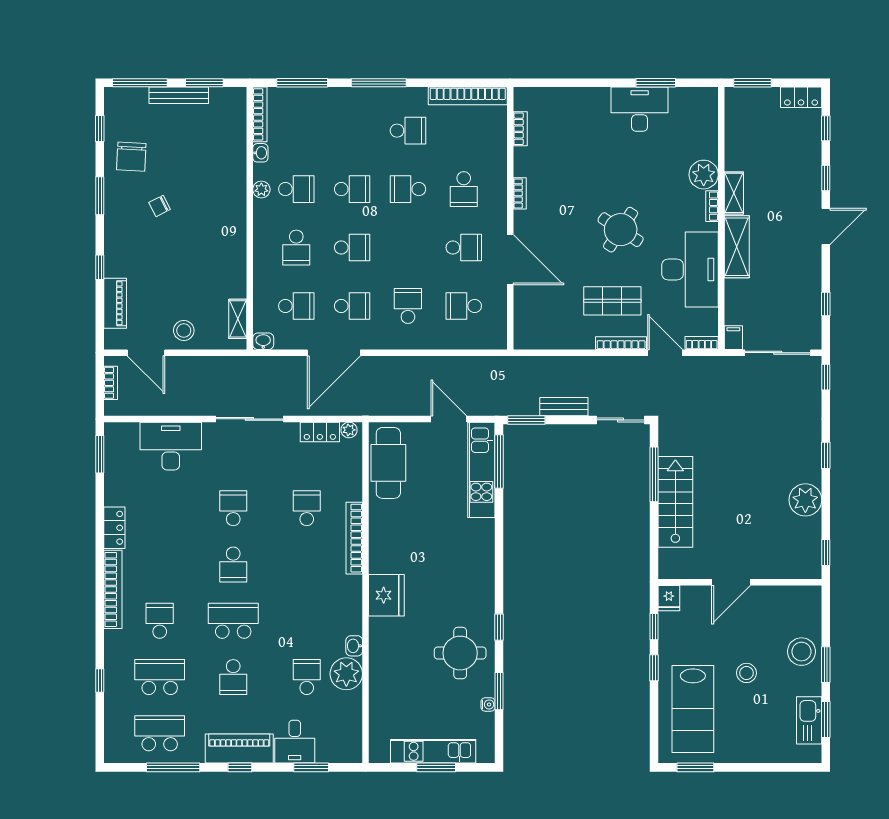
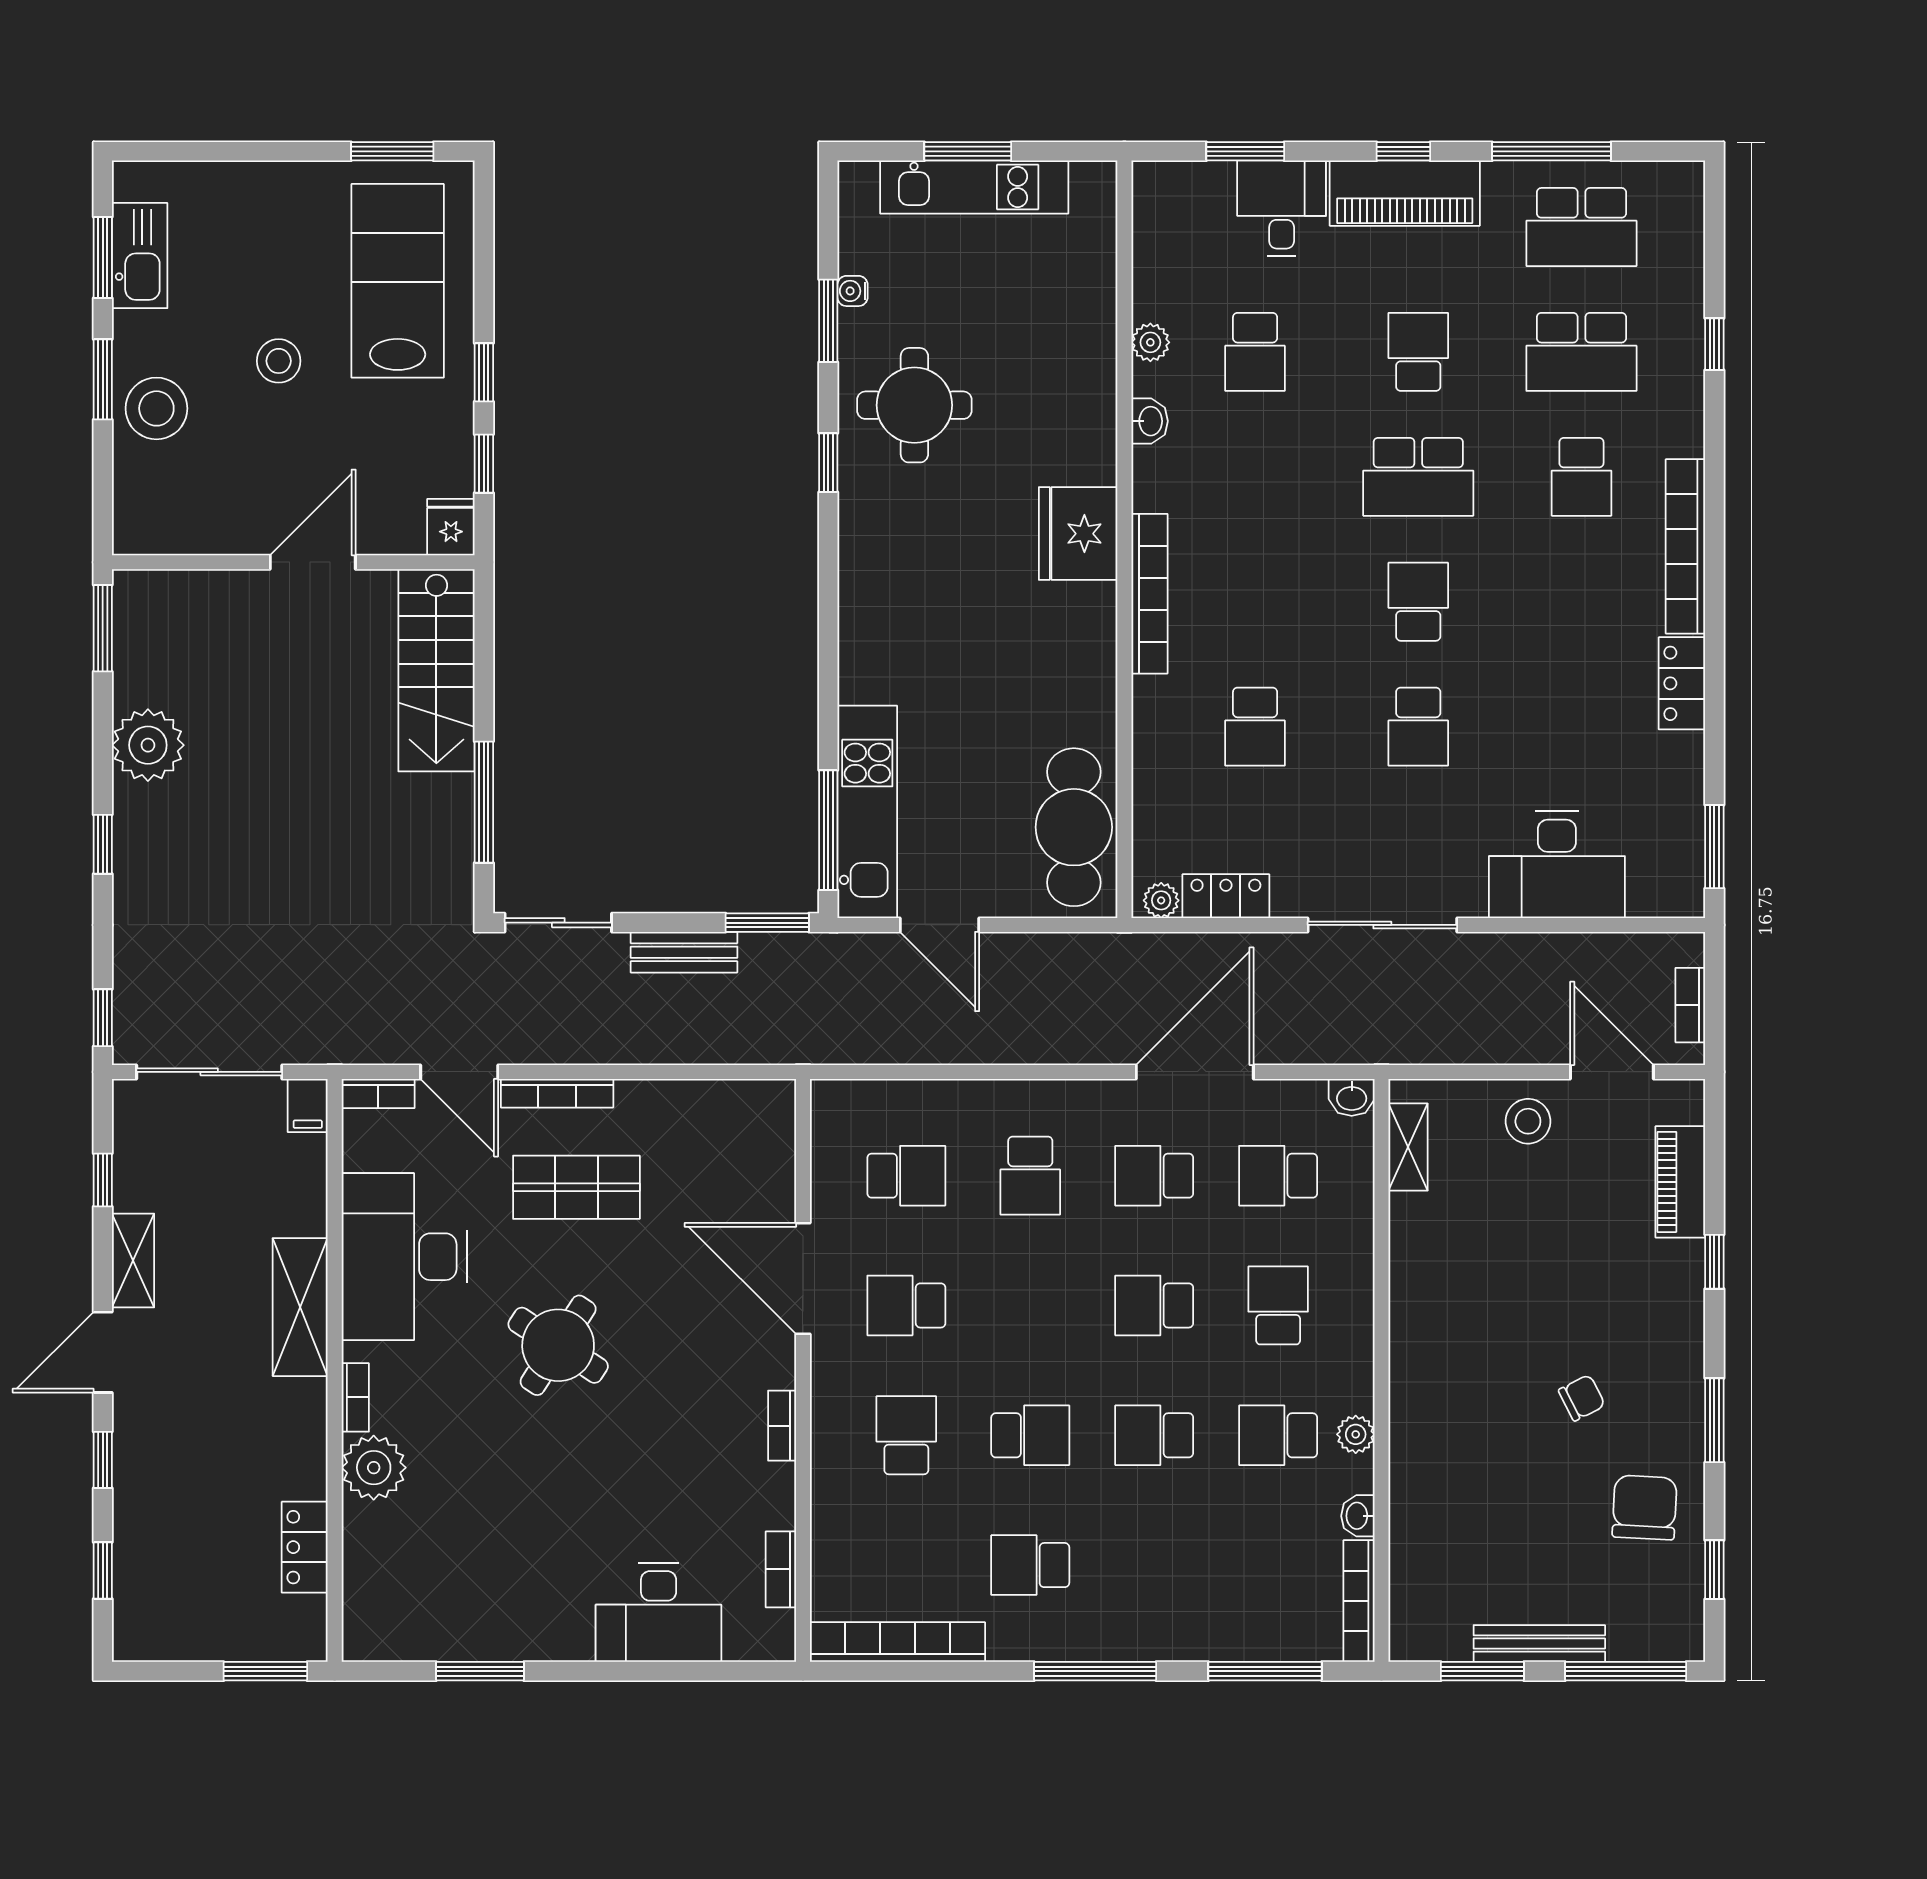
locker: (801, 97) -> (305, 1547), moved, turned -90
desk: (640, 109) -> (659, 1613), moved
shelving: (734, 193) -> (133, 1261), moved
stairs: (675, 502) -> (436, 670), moved
bookcase: (354, 538) -> (1149, 594), moved
window: (826, 553) -> (103, 628), width x1.50
plant: (346, 674) -> (1150, 342), width x0.53, depth x0.53

